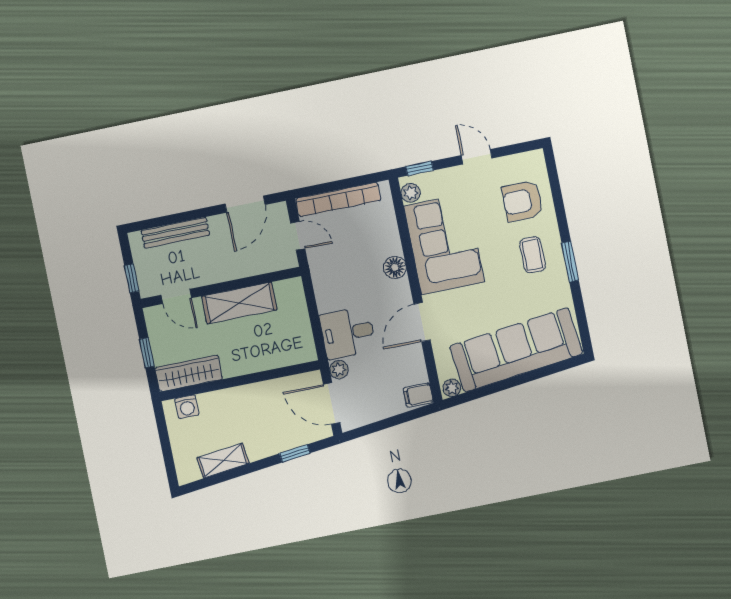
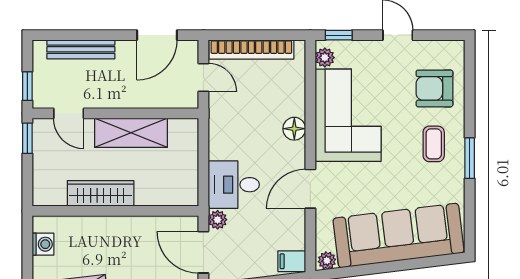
window: (147, 353) -> (27, 138), moved
wardrobe: (189, 373) -> (101, 193), moved
washing machine: (187, 407) -> (43, 244), moved, turned -90

